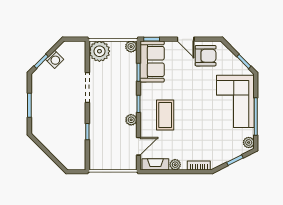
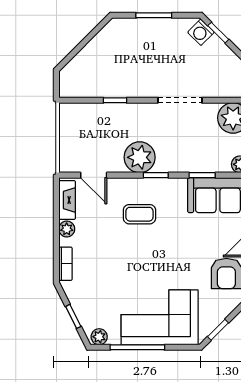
washing machine: (55, 59) -> (201, 32), moved
coffee table: (165, 115) -> (139, 214), width x0.73, depth x0.77
plant: (131, 120) -> (140, 157), width x1.88, depth x1.88

